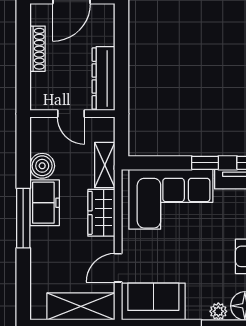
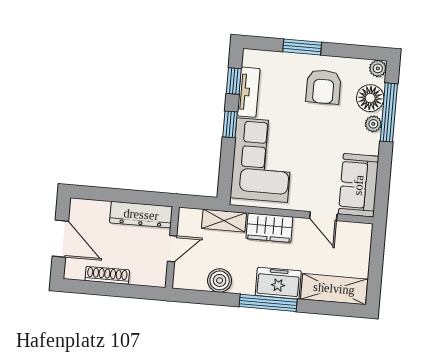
freezer: (45, 203) -> (278, 283), moved
shelving: (81, 306) -> (334, 289), moved, turned 90

